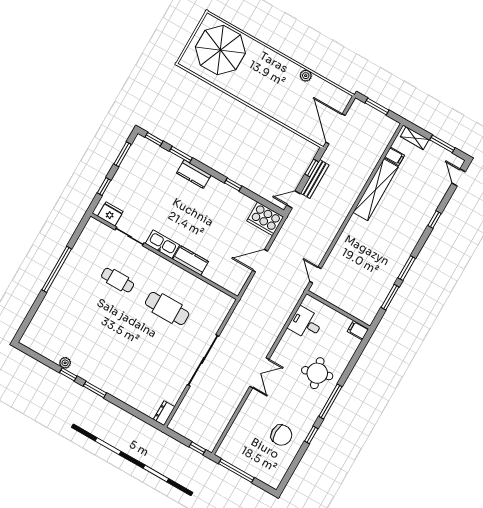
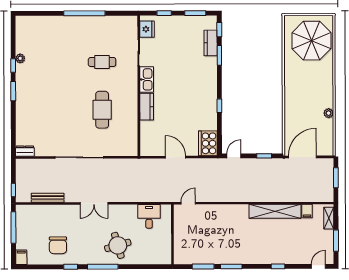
kitchen counter: (194, 174) -> (211, 43), moved
bench: (315, 179) -> (48, 198), moved
door: (294, 199) -> (234, 156), hinge flipped
cafe table: (118, 280) -> (102, 62), turned 90
filing cabinet: (358, 330) -> (21, 257), moved

